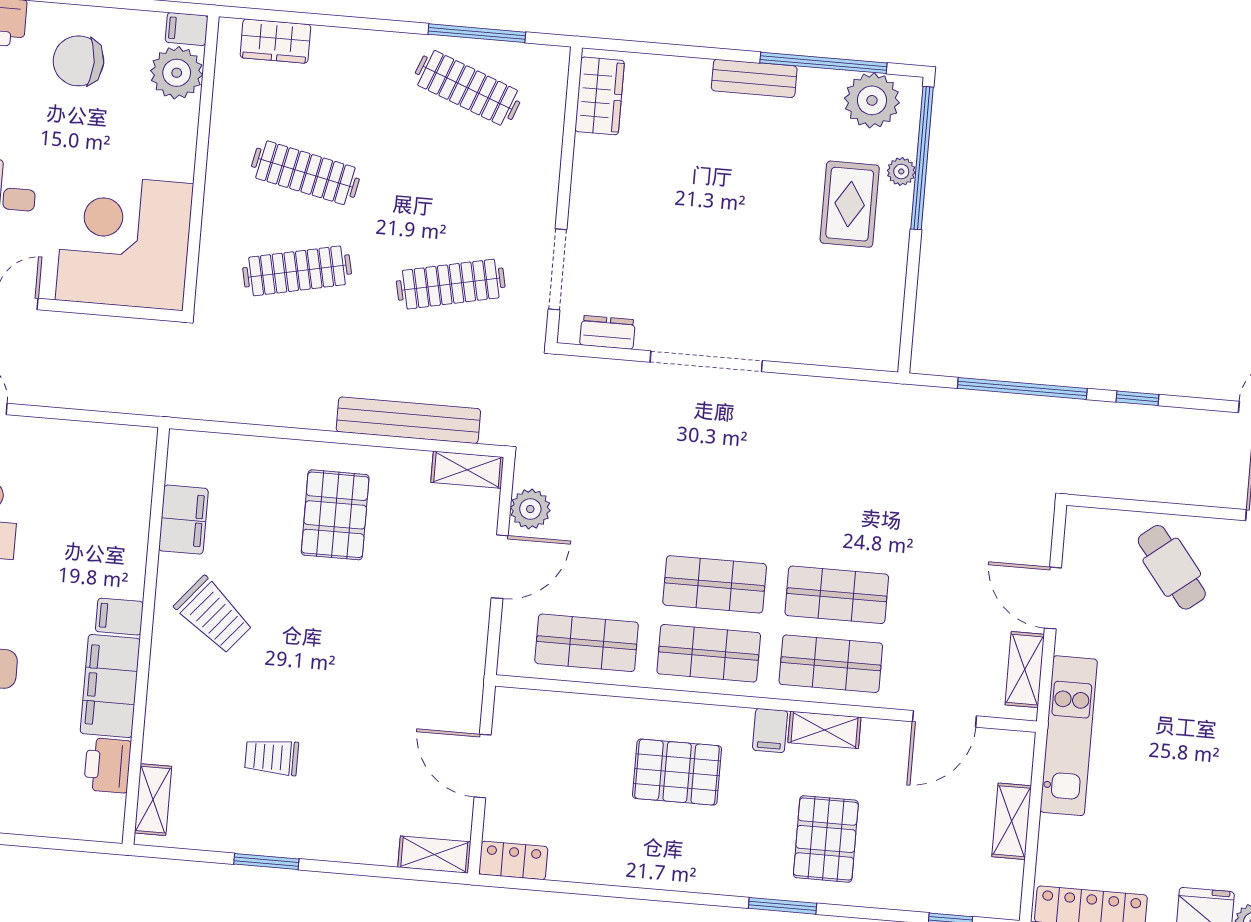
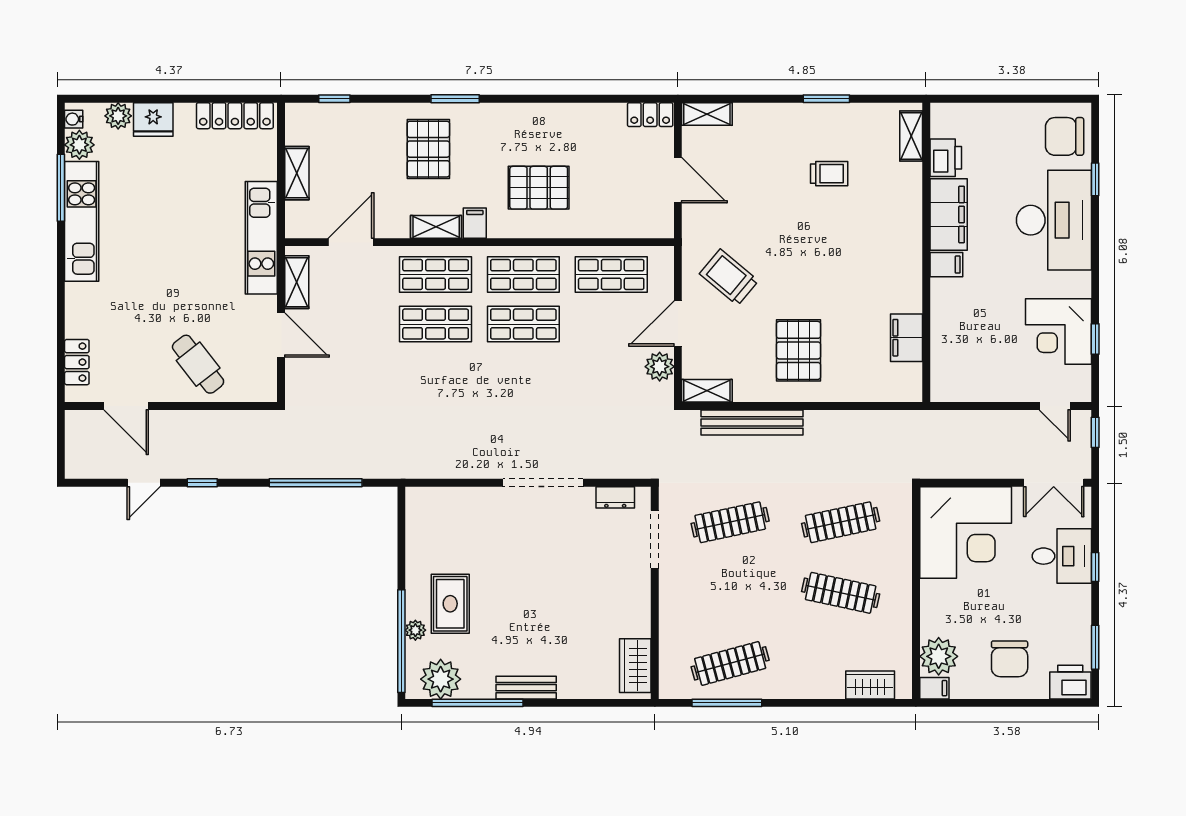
chair: (78, 61) -> (1010, 659), turned 90
clothes rail: (468, 88) -> (730, 663), turned -36
window: (1137, 398) -> (202, 483), moved
trolley: (214, 615) -> (729, 277), moved

